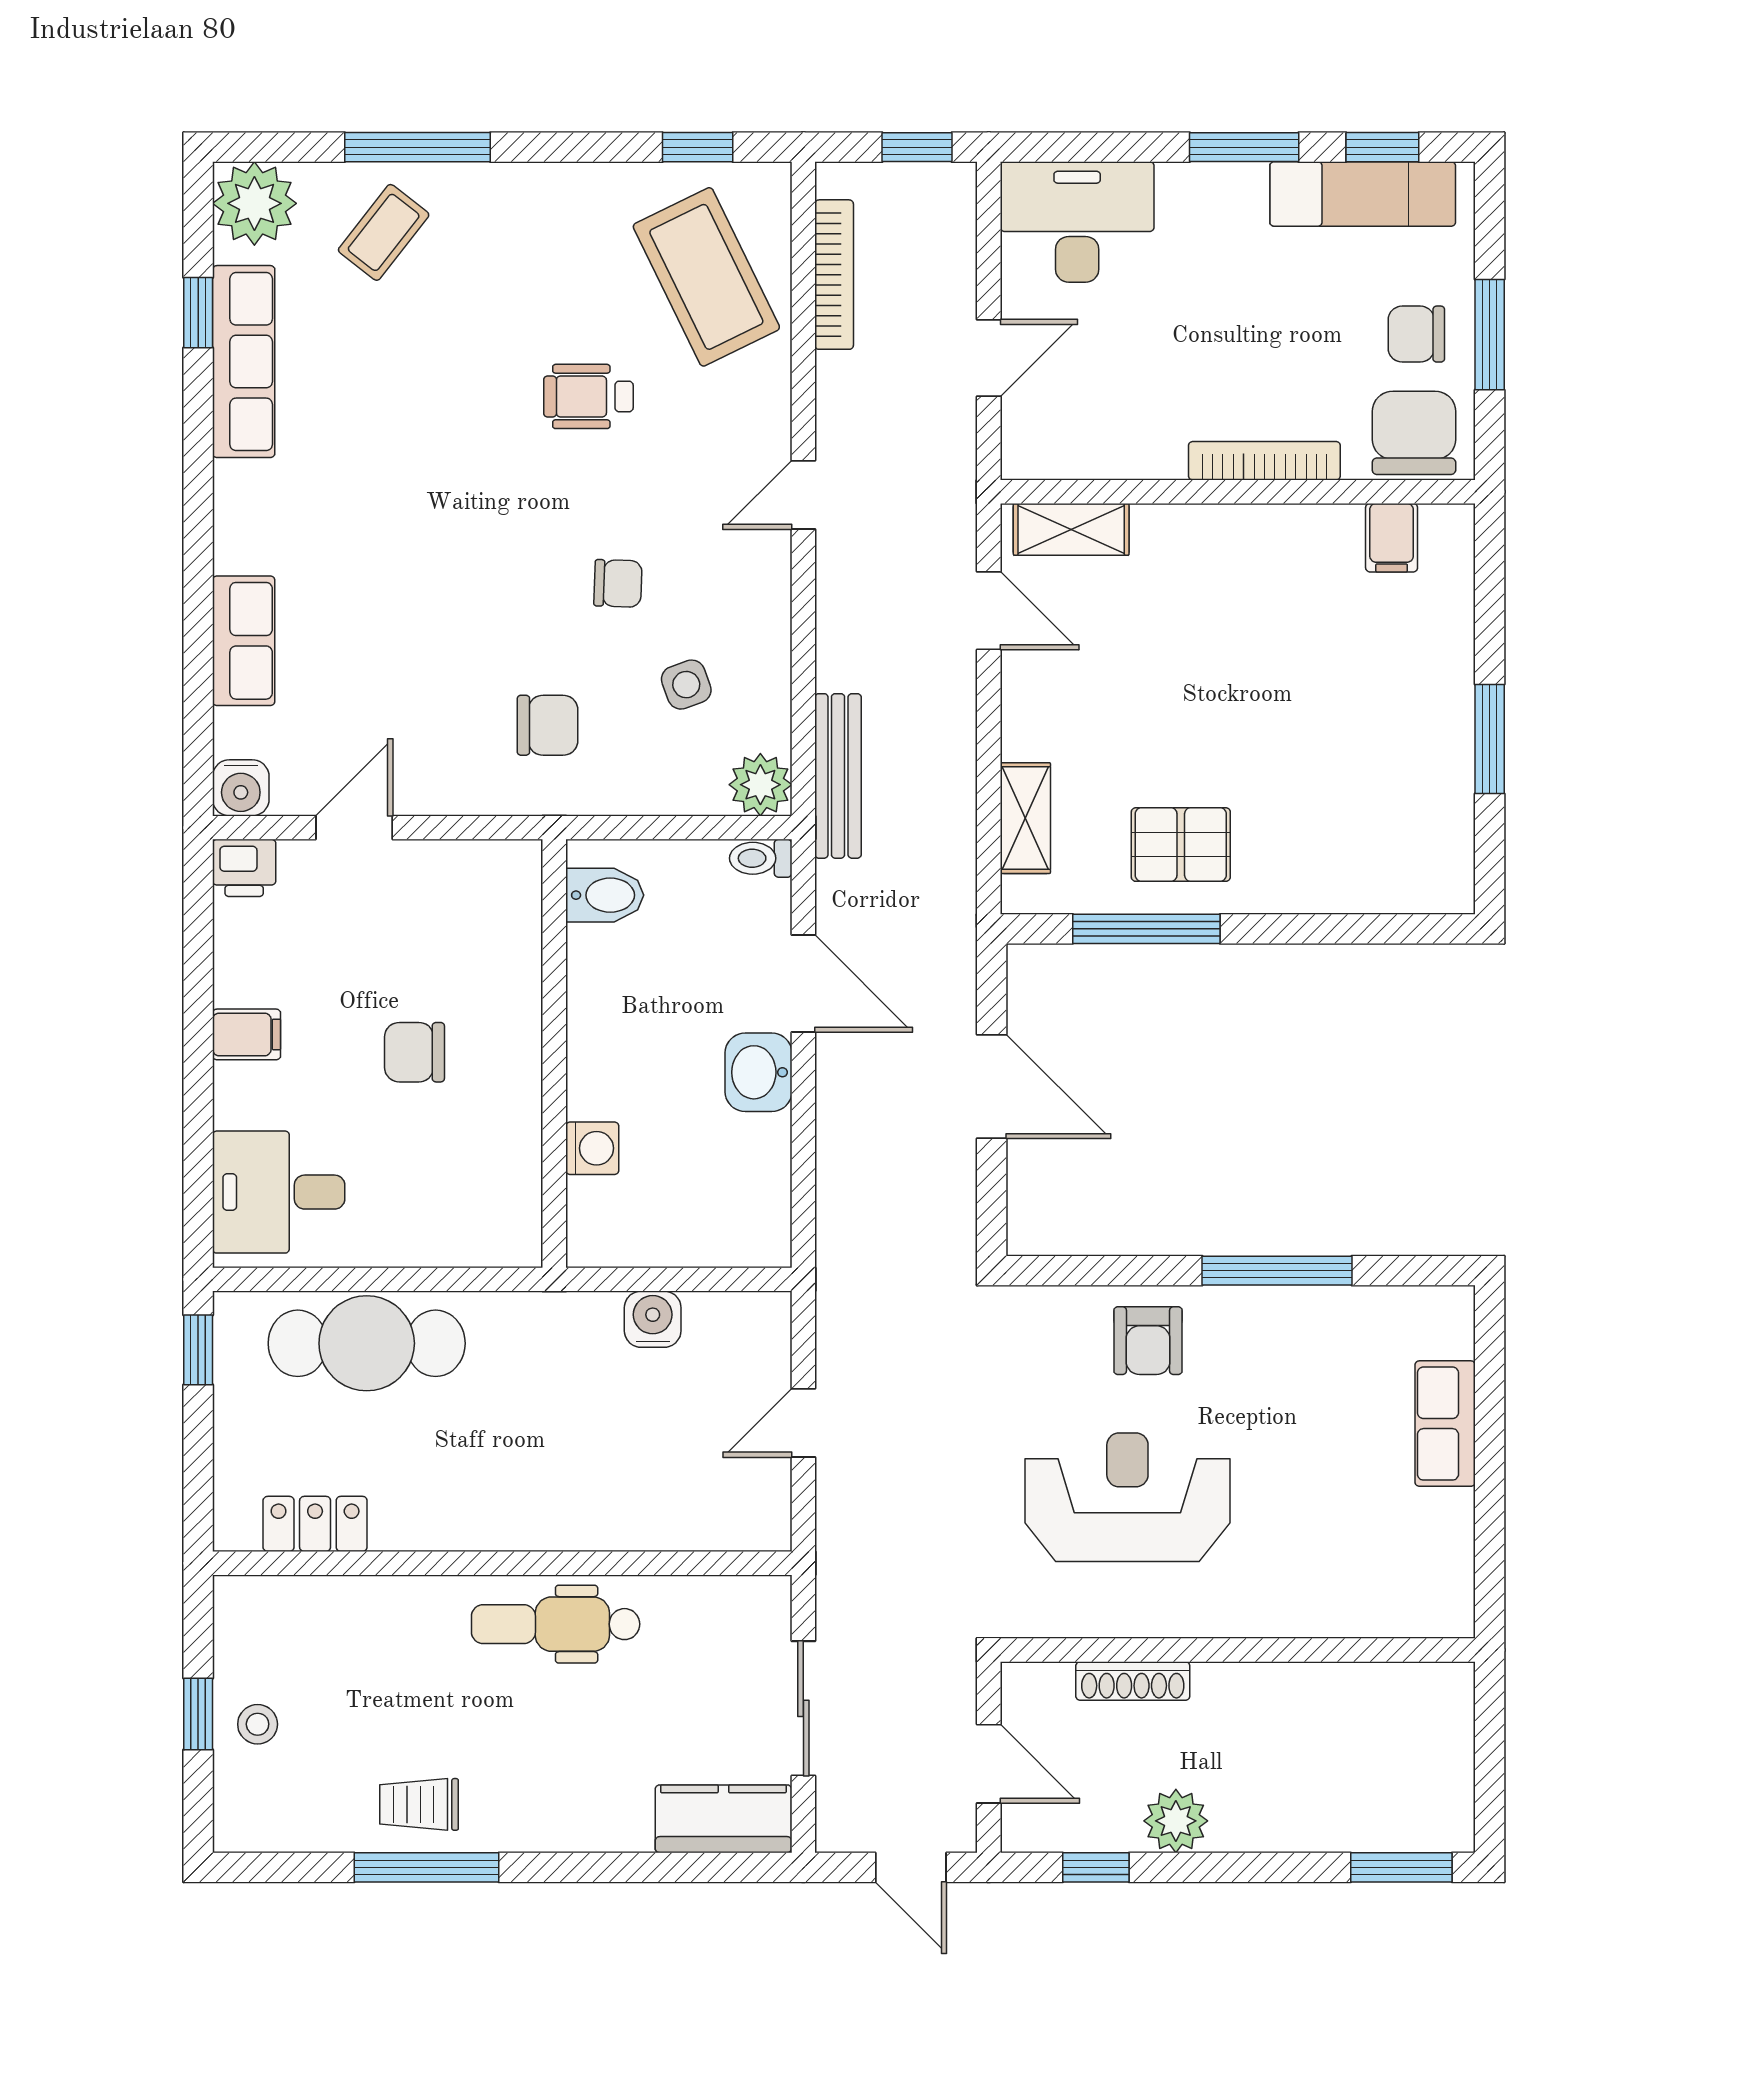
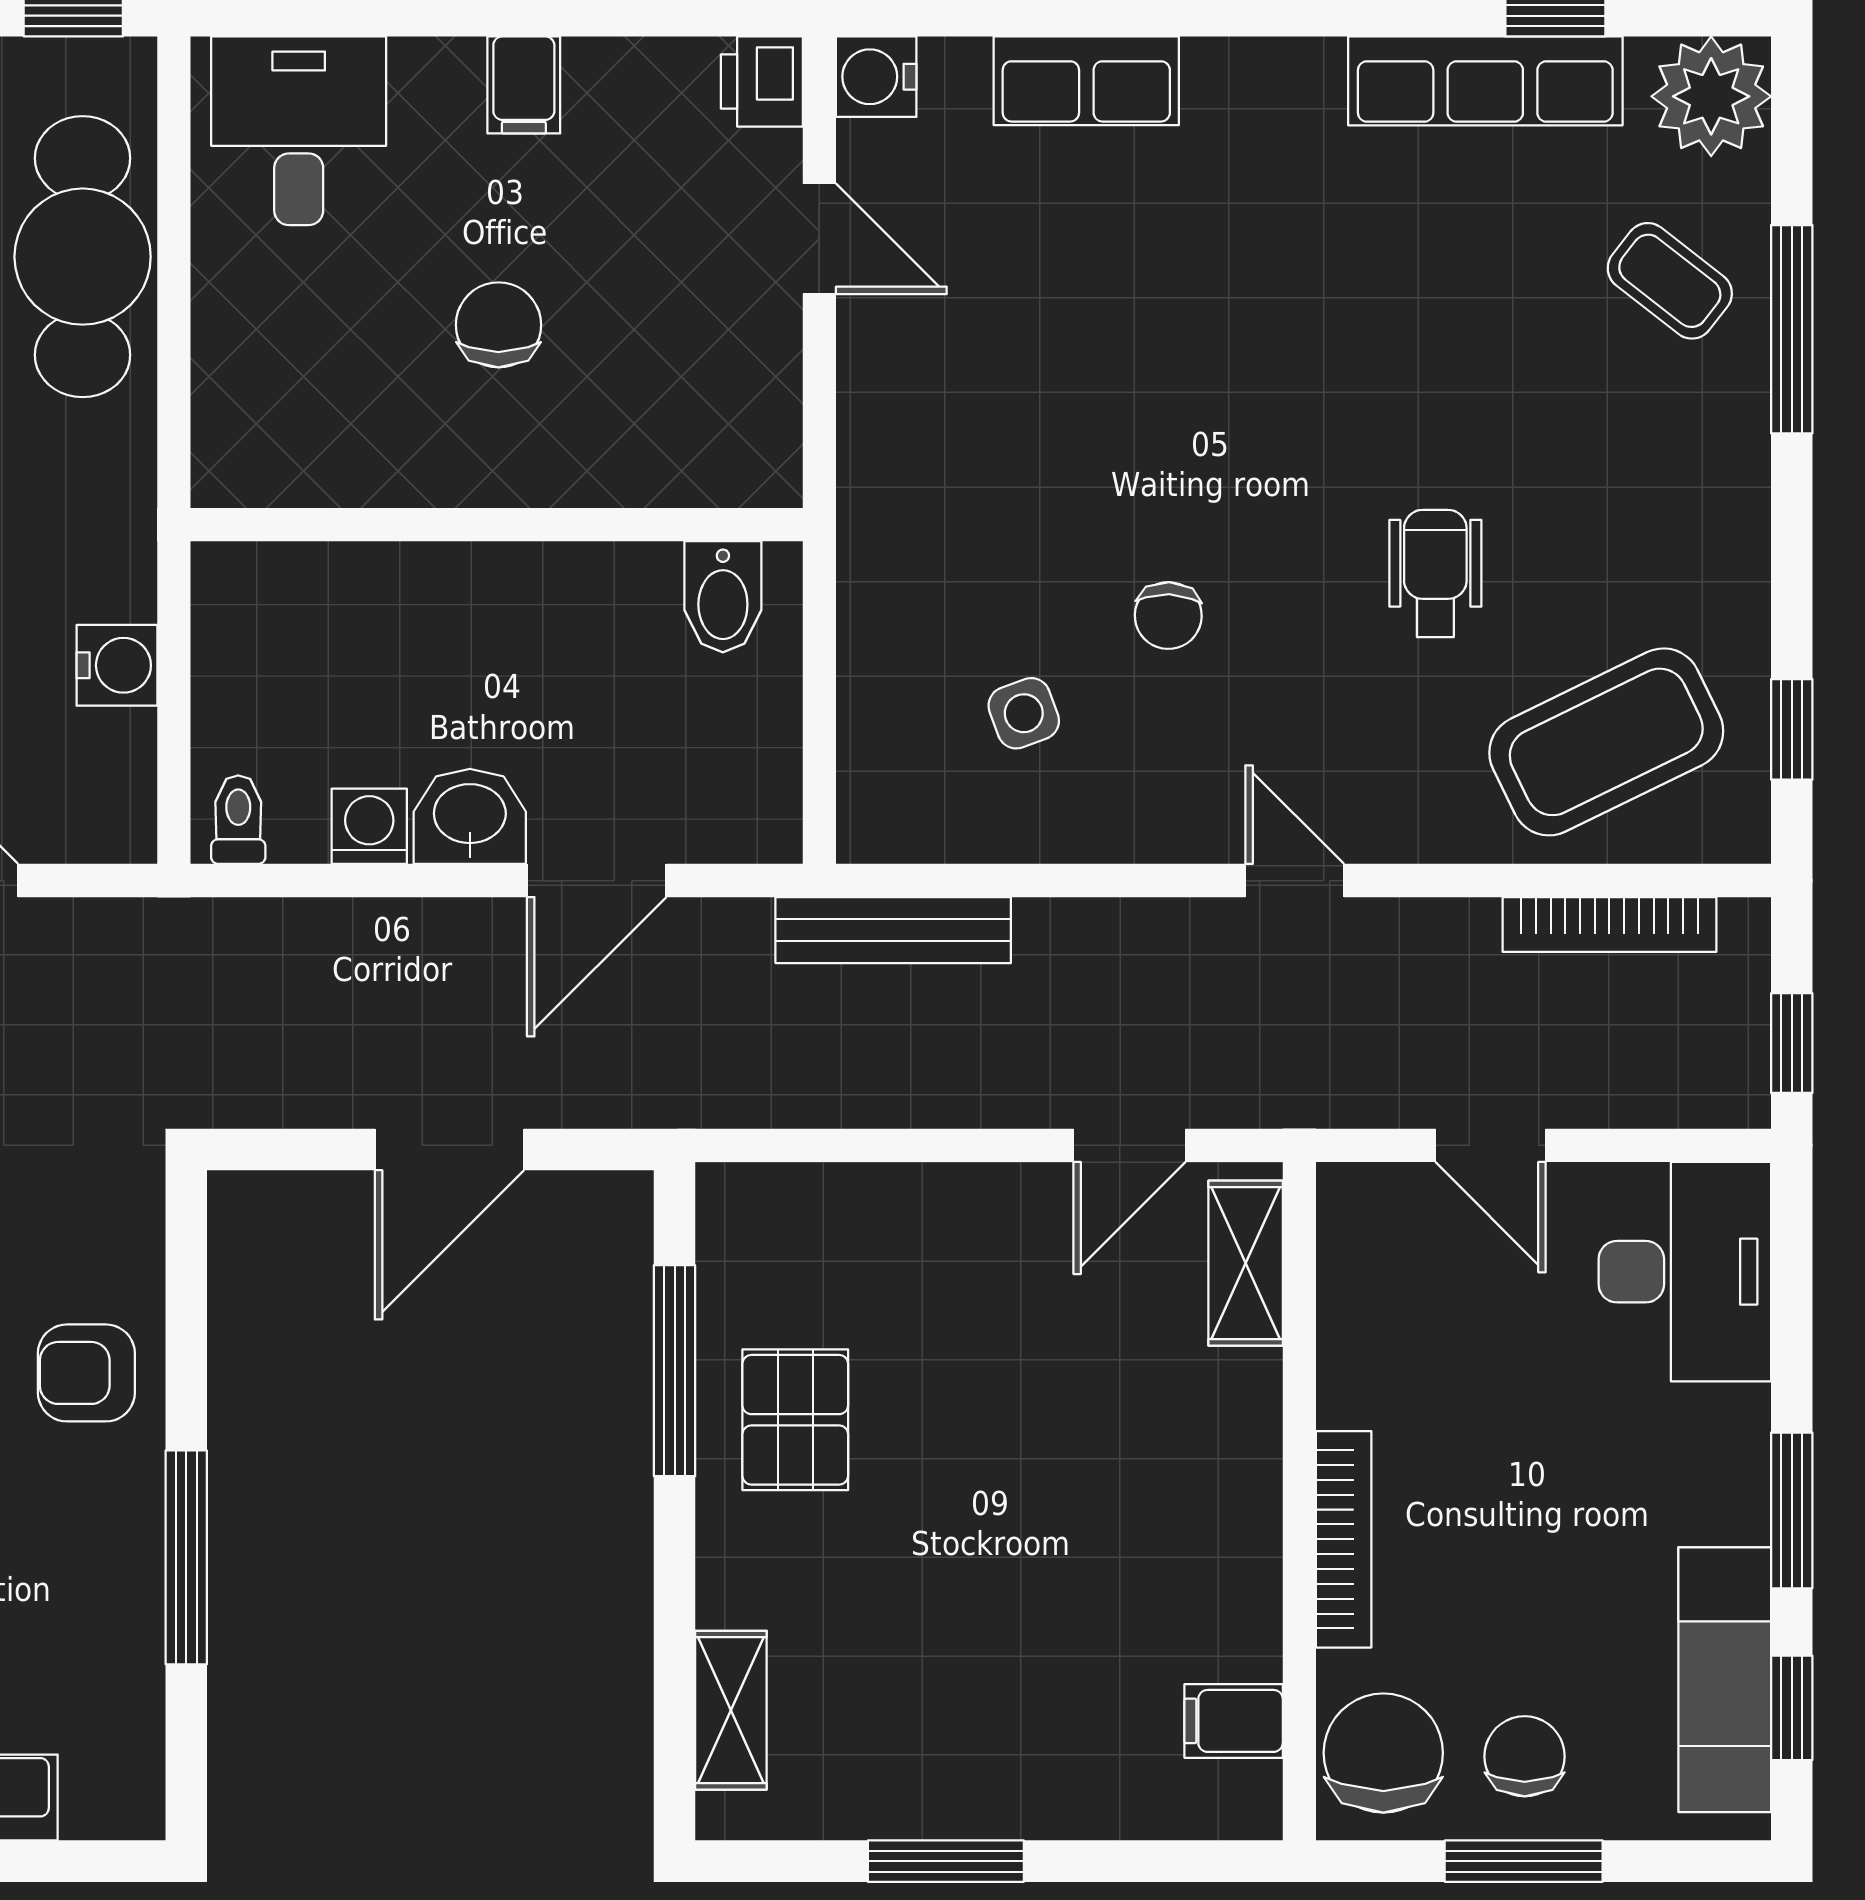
chair: (1414, 433) -> (1383, 1753), turned -90
chair: (548, 725) -> (966, 515), removed
plant: (760, 785) -> (881, 819), removed
shelving: (1025, 818) -> (731, 1710), moved, turned 90
toilet: (761, 858) -> (238, 820), moved
washing machine: (592, 1148) -> (369, 826), moved, turned 180

